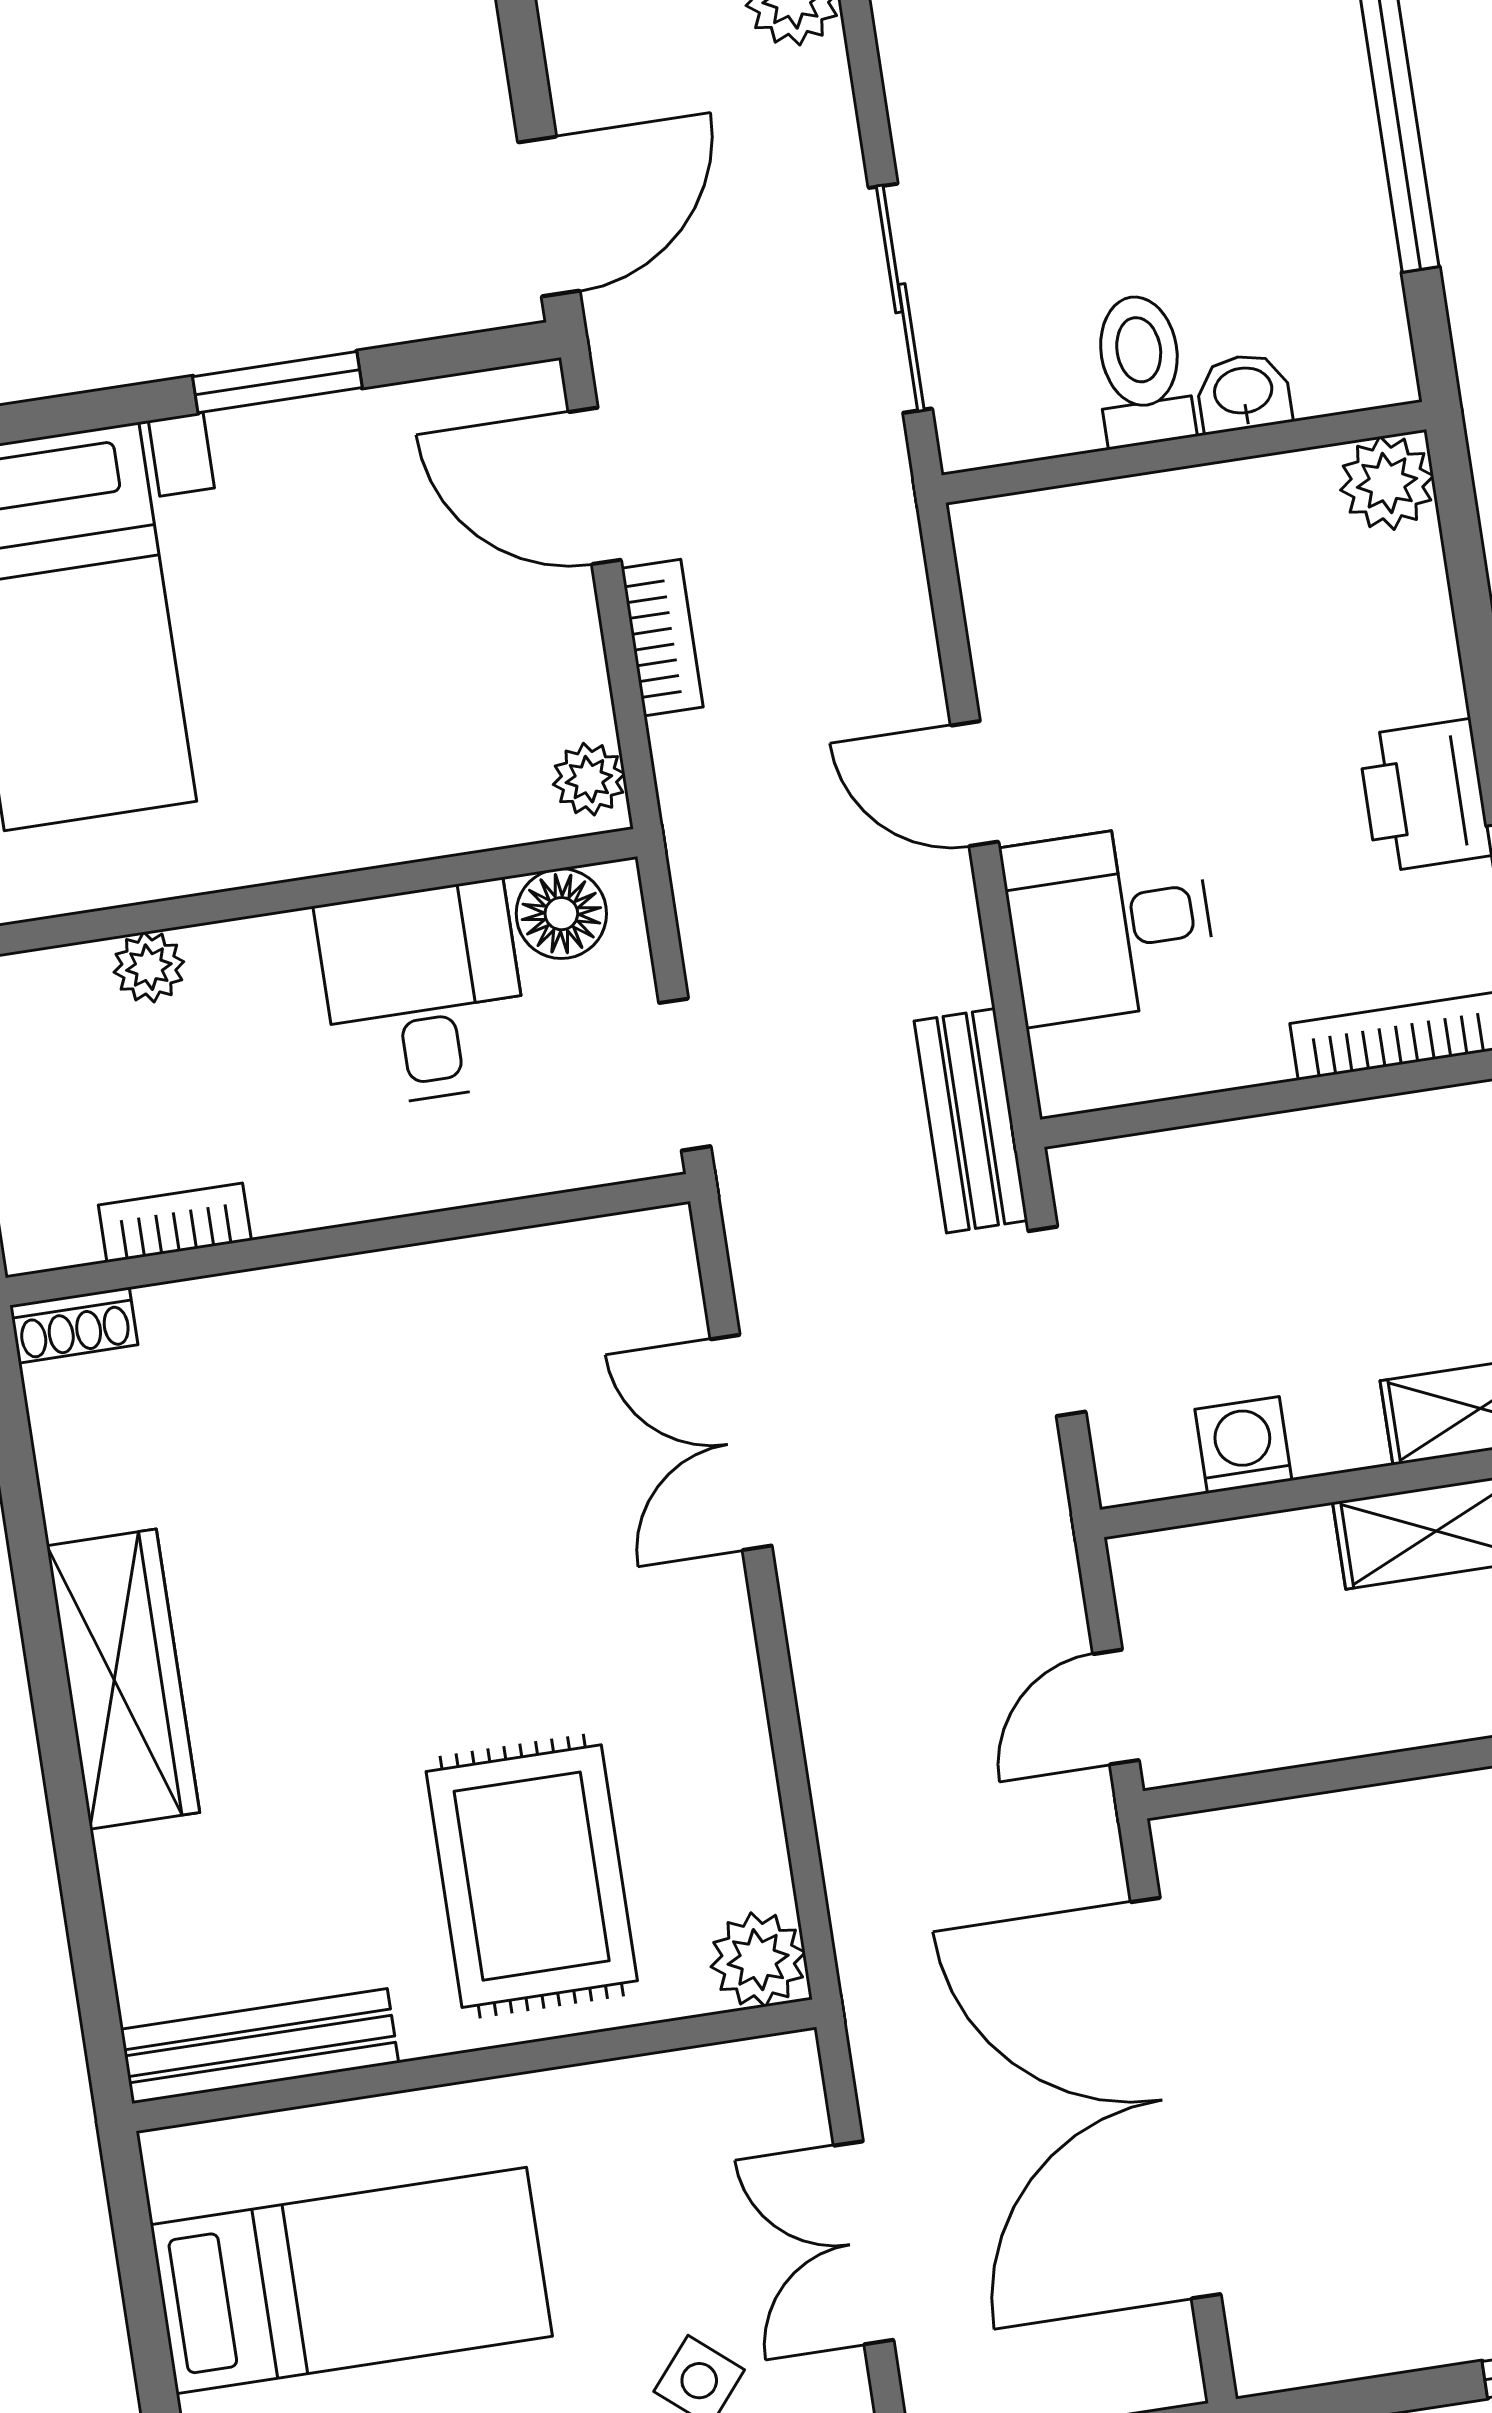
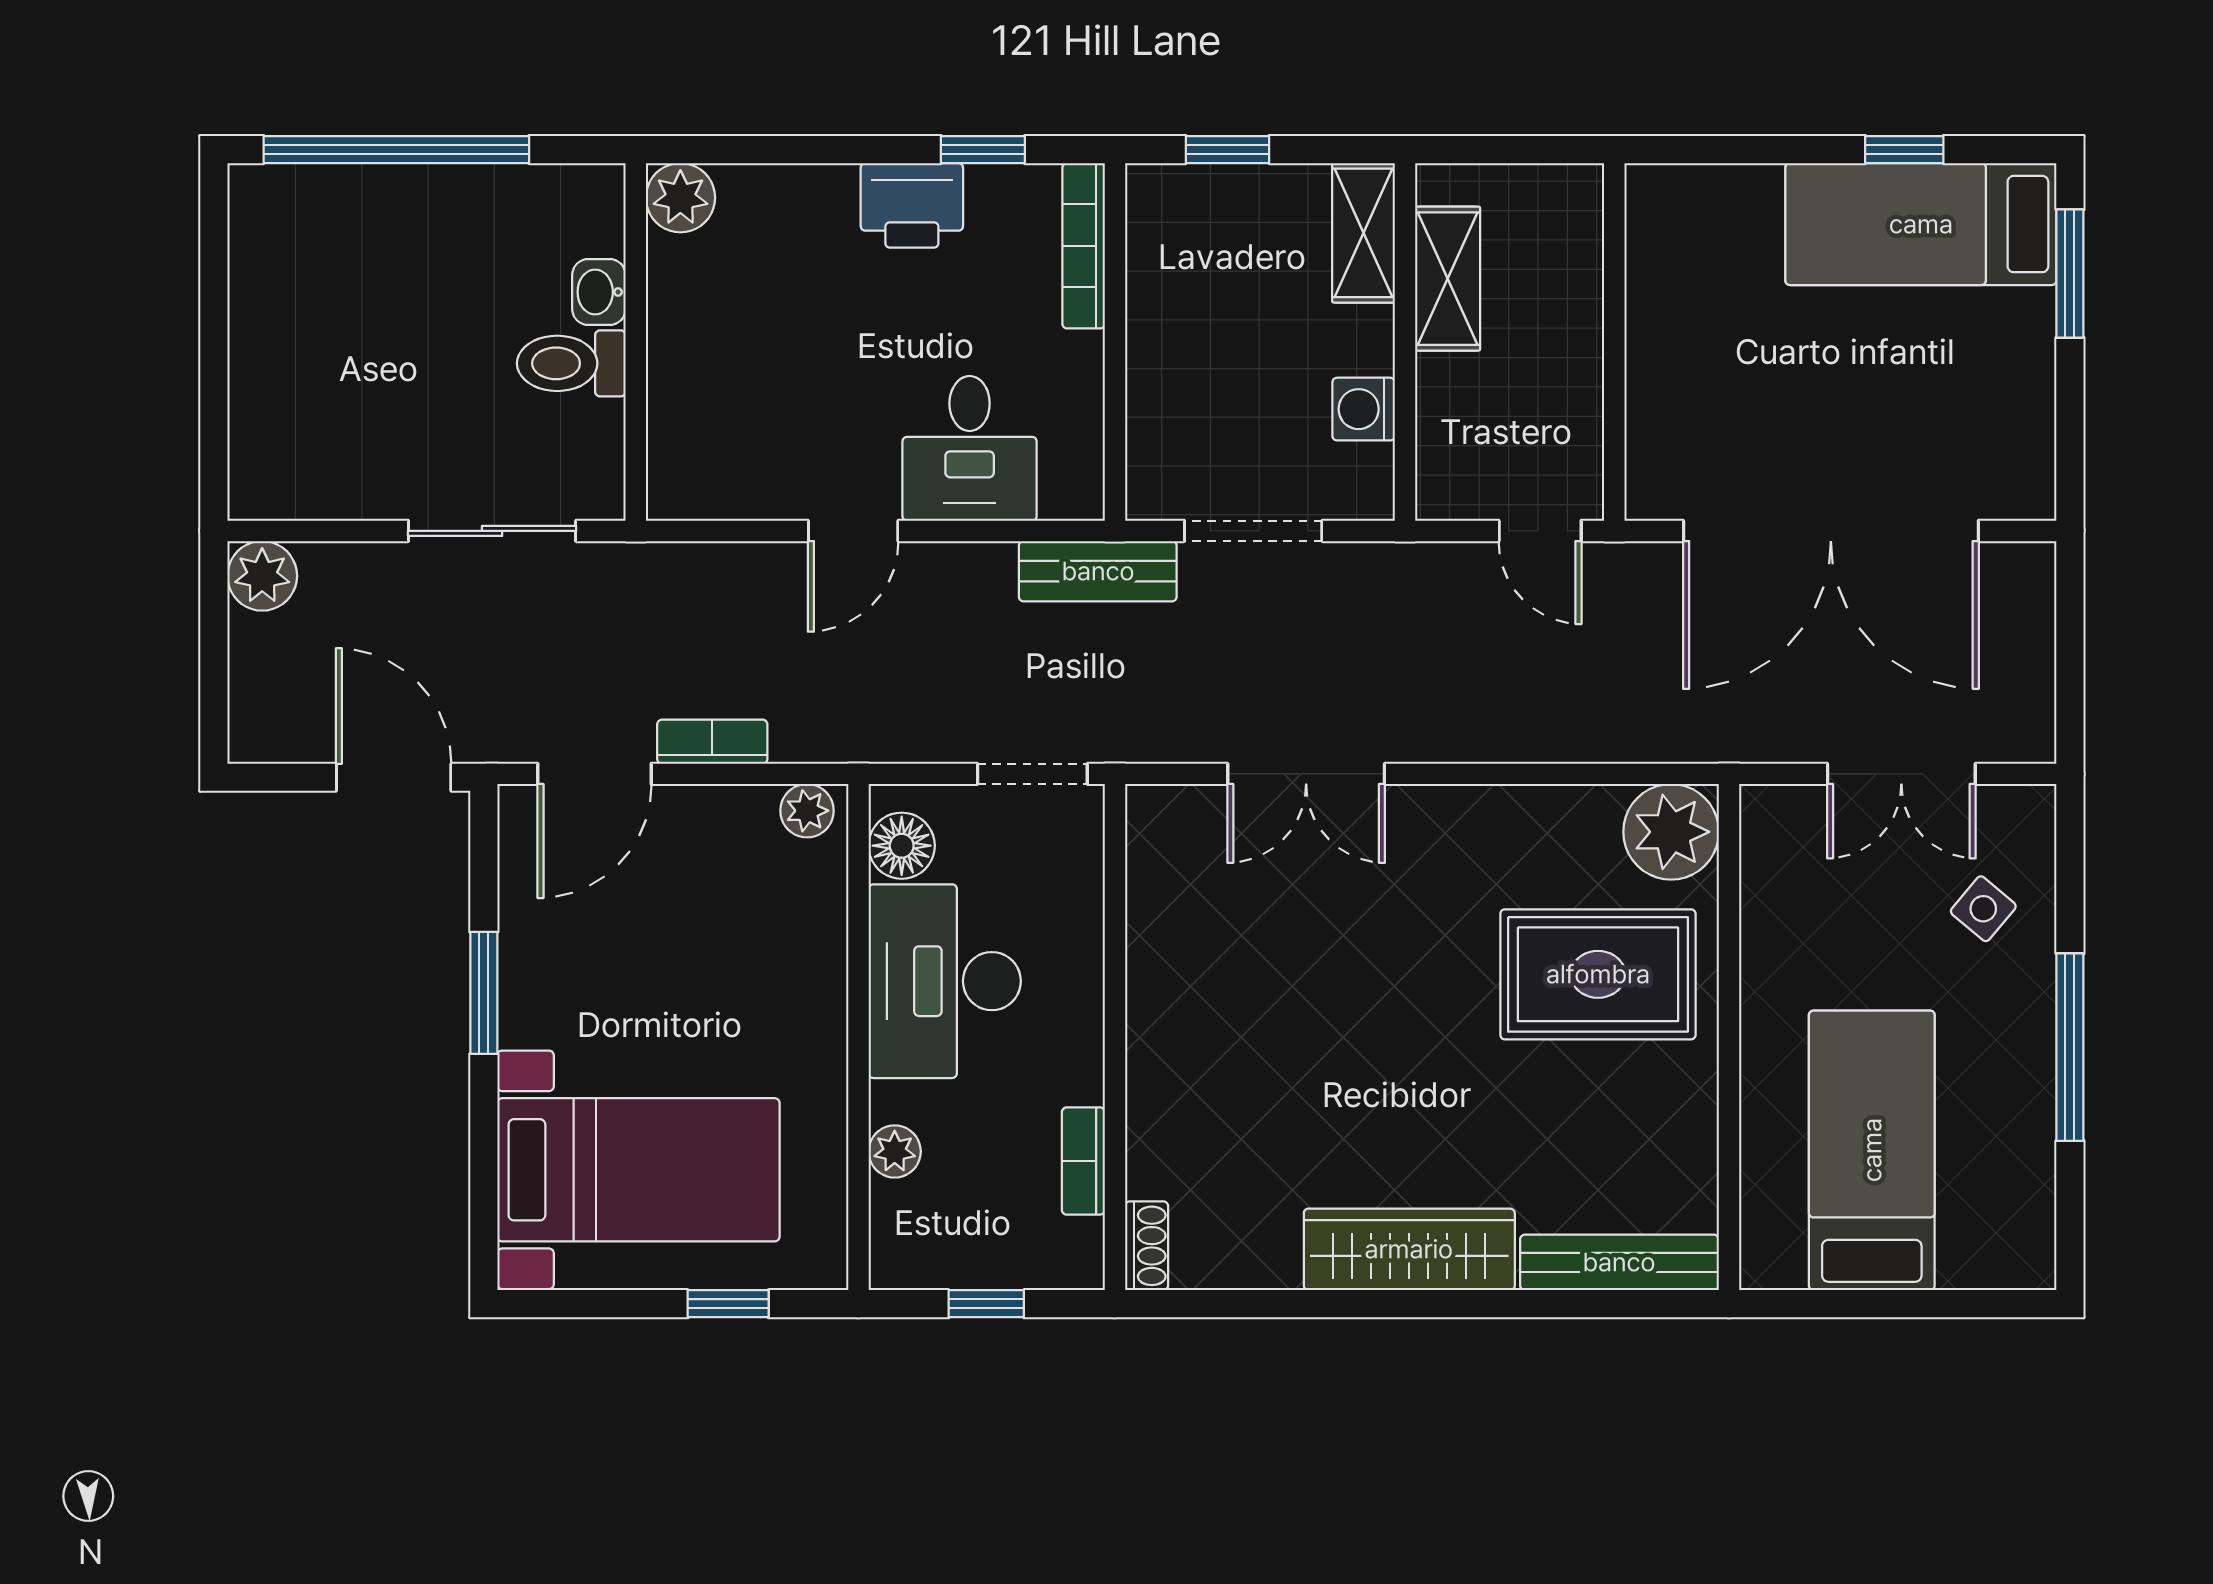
desk: (424, 994) -> (945, 981), width x1.37
plant: (758, 1960) -> (1671, 832), width x1.36, depth x1.36
bench: (260, 2046) -> (1619, 1262), moved, turned 90

